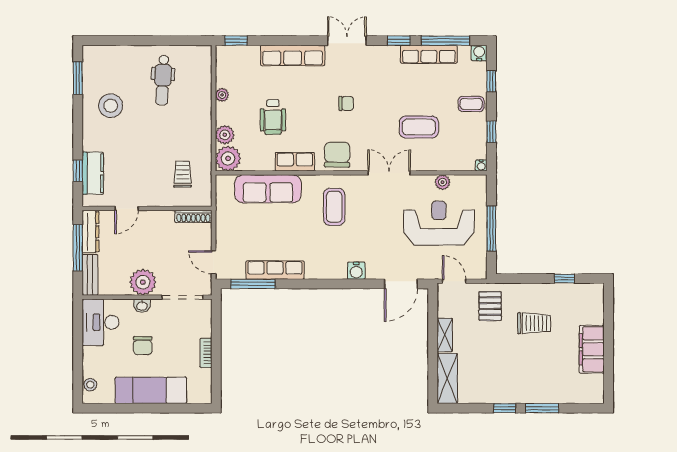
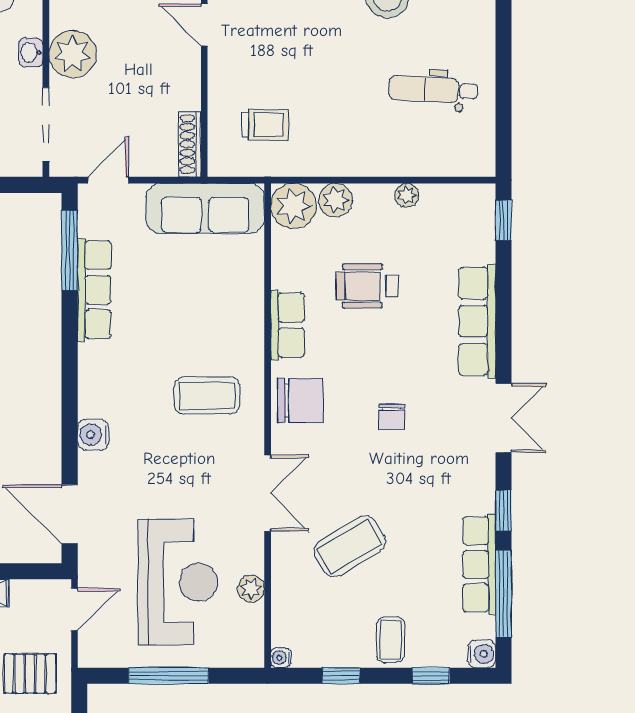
coffee table: (419, 127) -> (350, 546), turned 59
sofa: (268, 189) -> (205, 208), moved, turned -90

